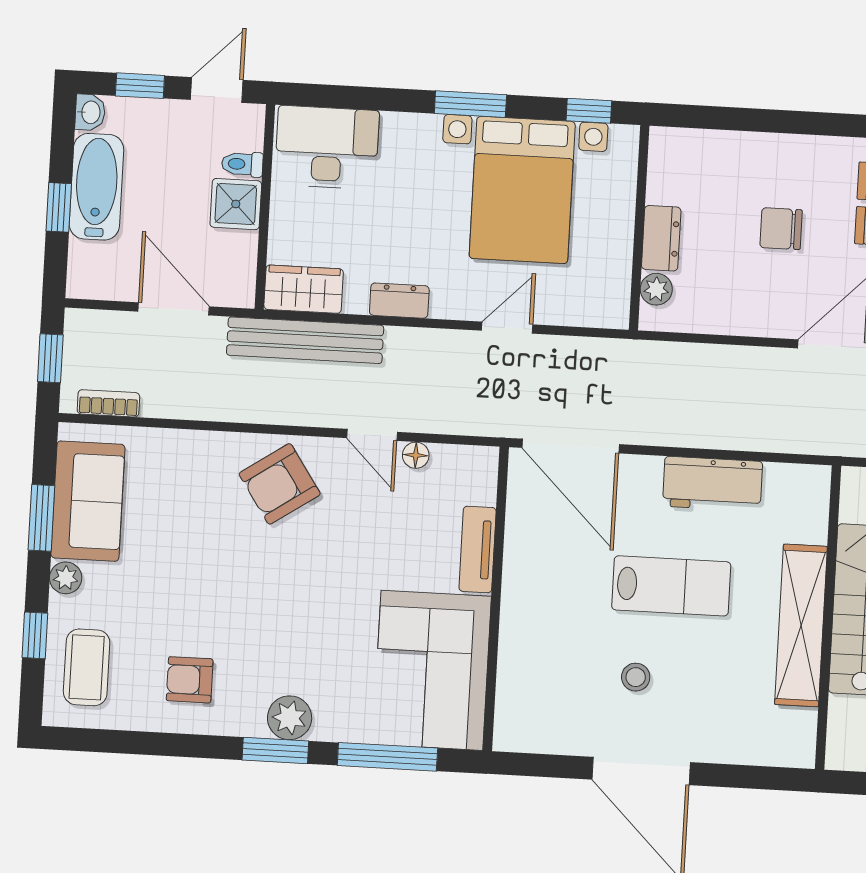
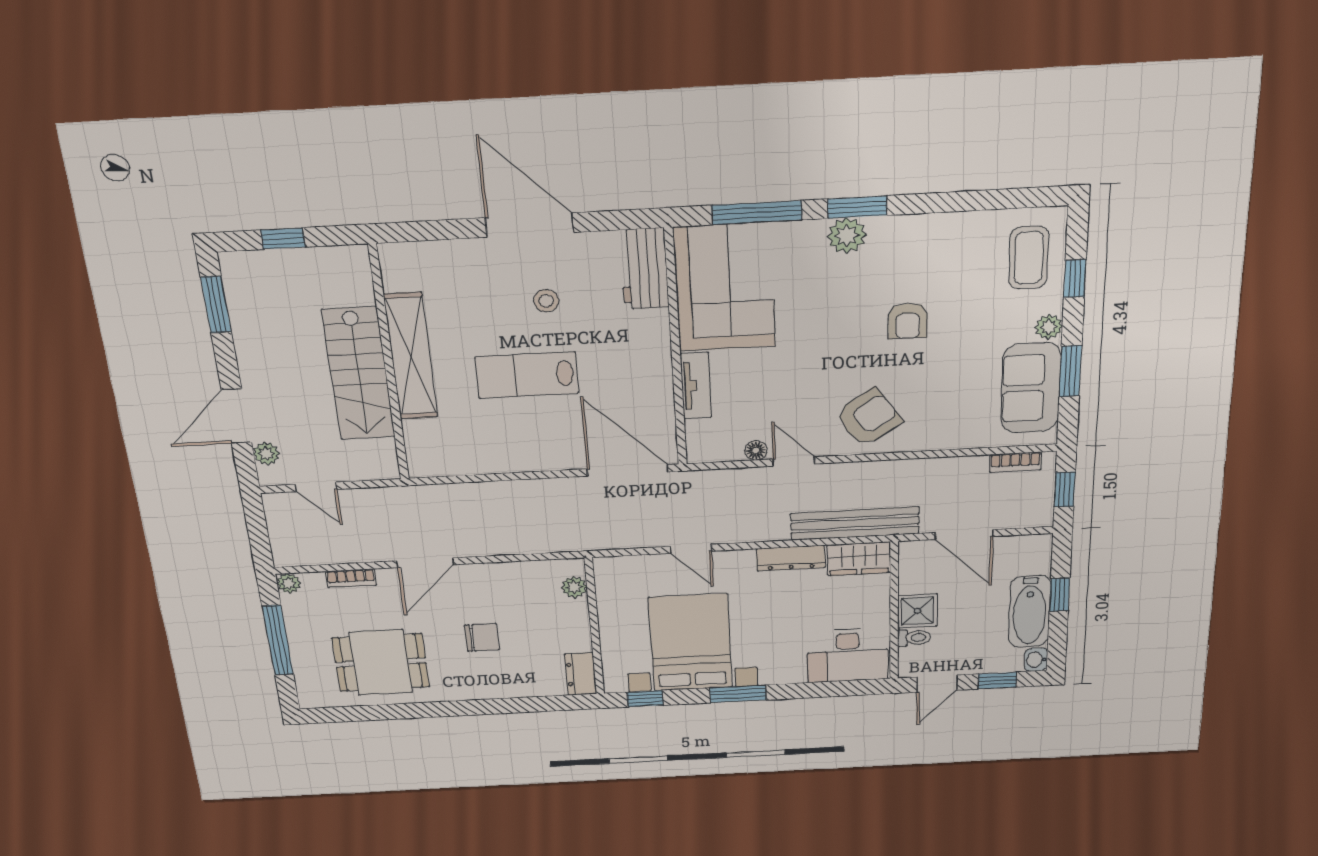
dresser: (661, 238) -> (581, 674), moved
dresser: (399, 301) -> (791, 558), width x1.44
door: (507, 328) -> (691, 549), hinge flipped
workbench: (713, 484) -> (644, 269), moved, turned -90
armchair: (190, 680) -> (908, 321), moved, turned 90

